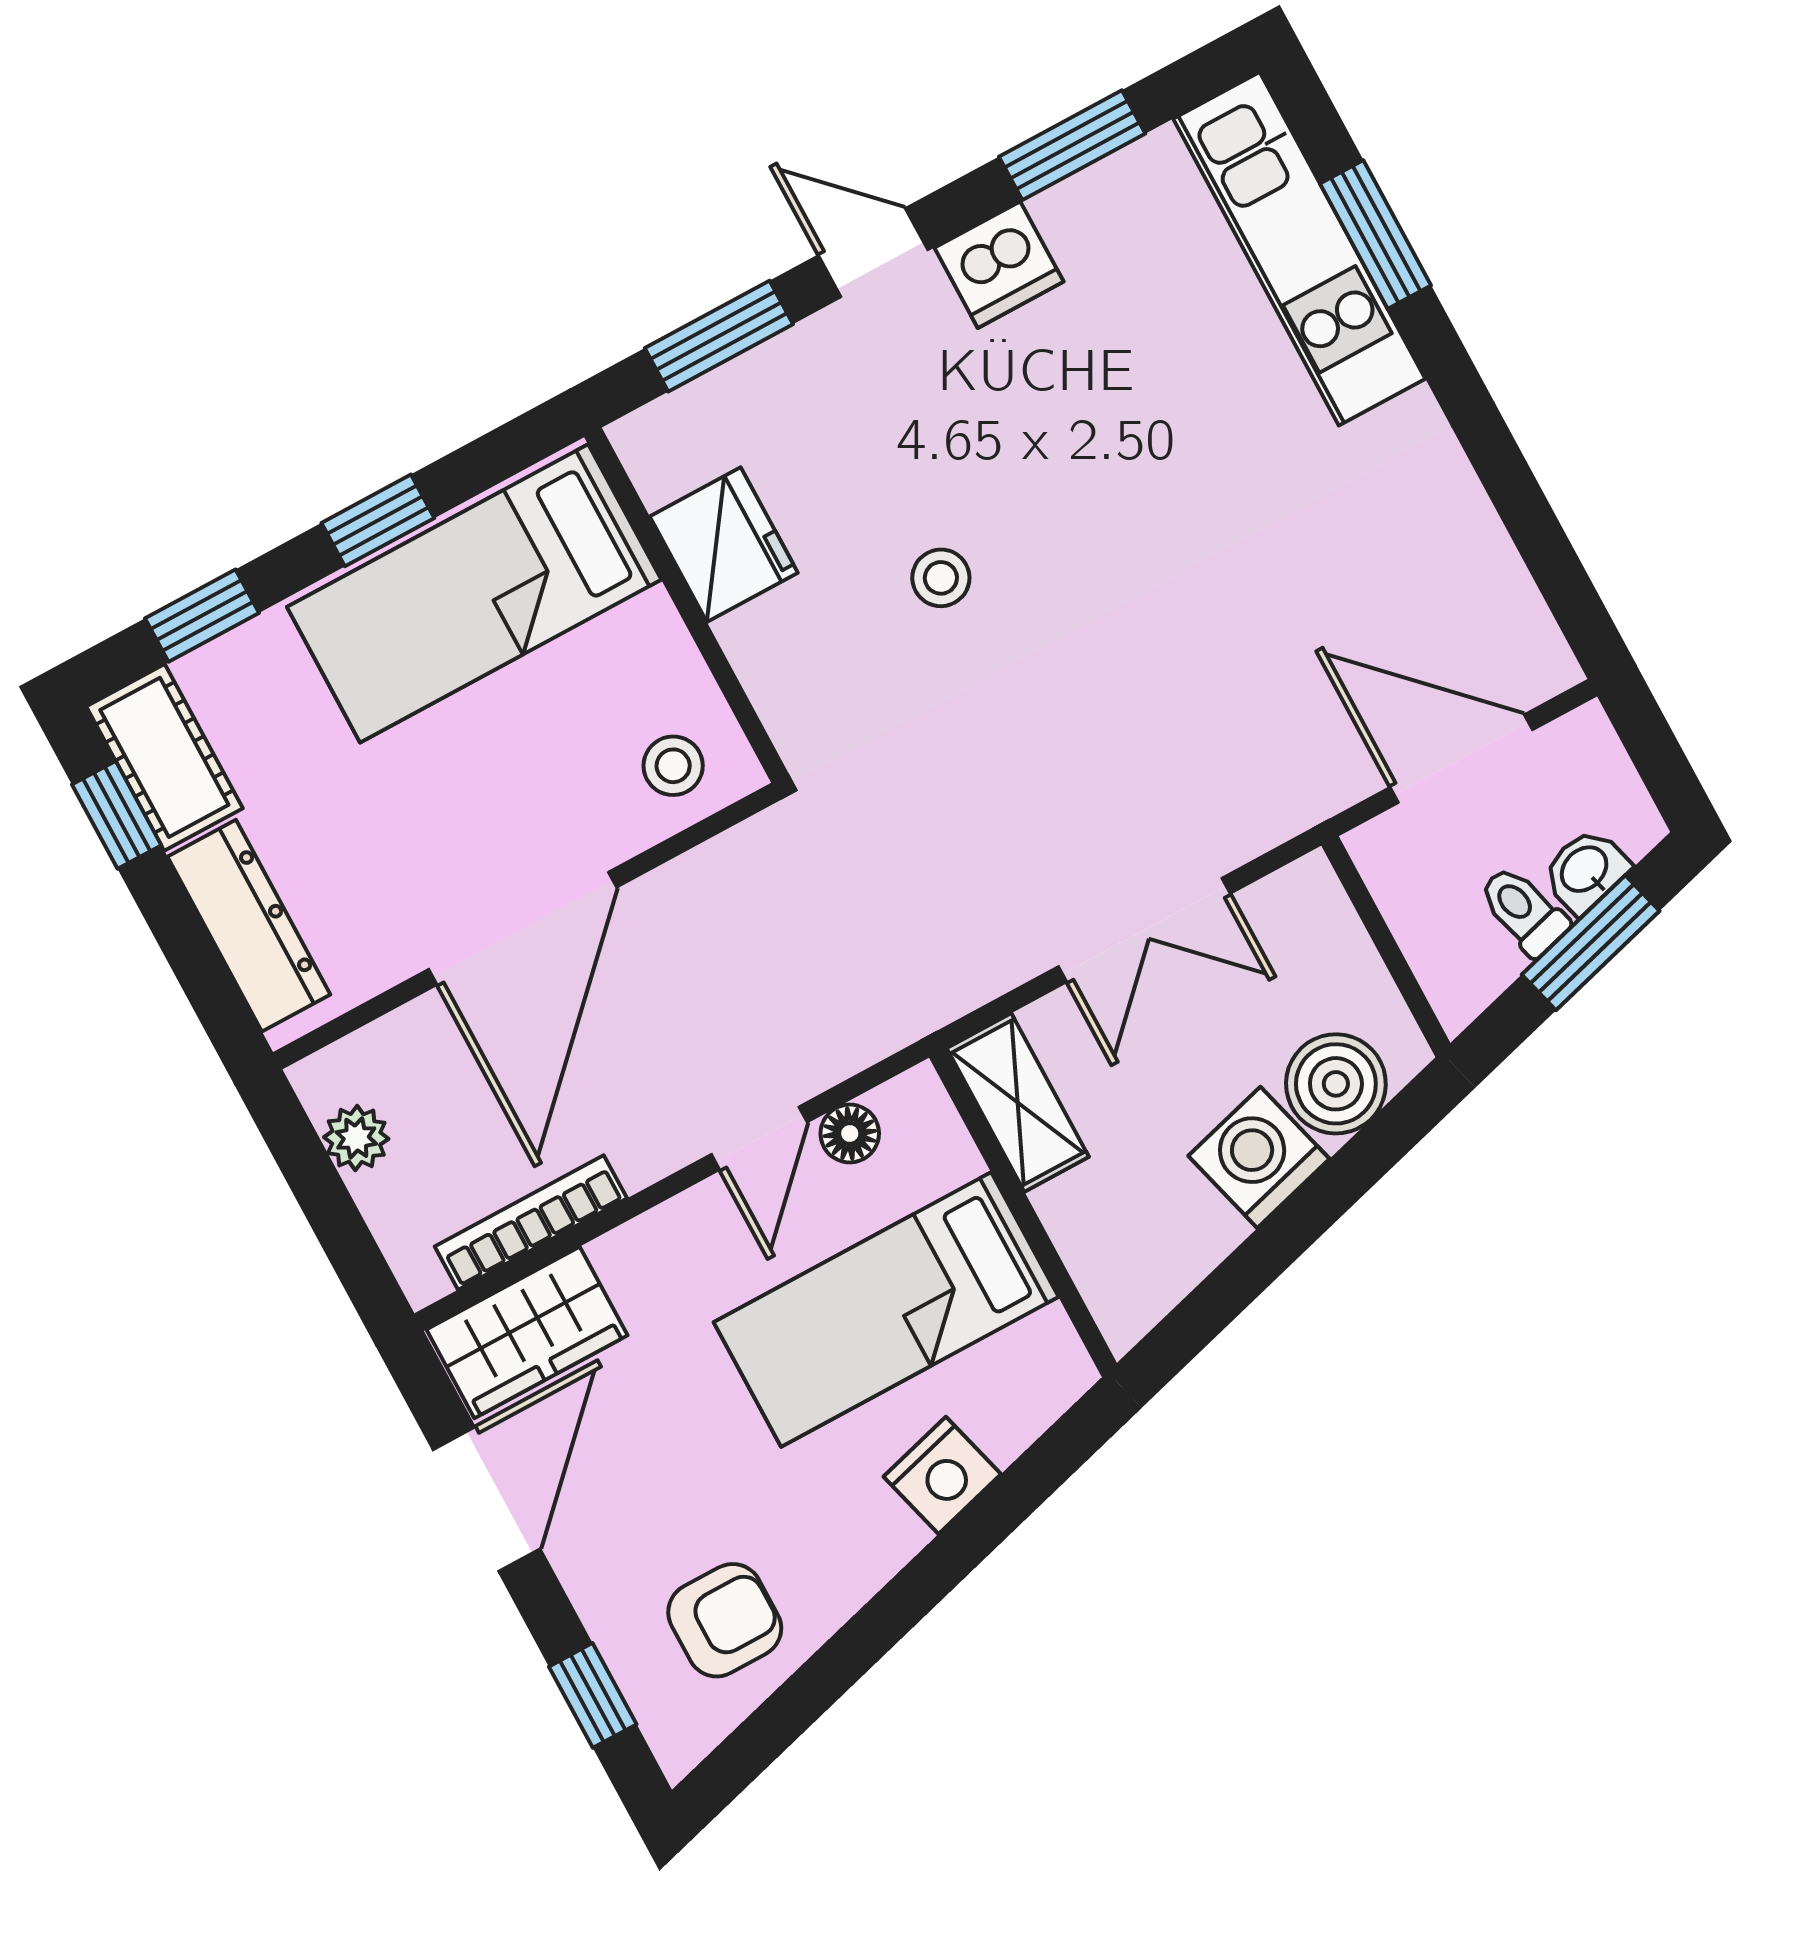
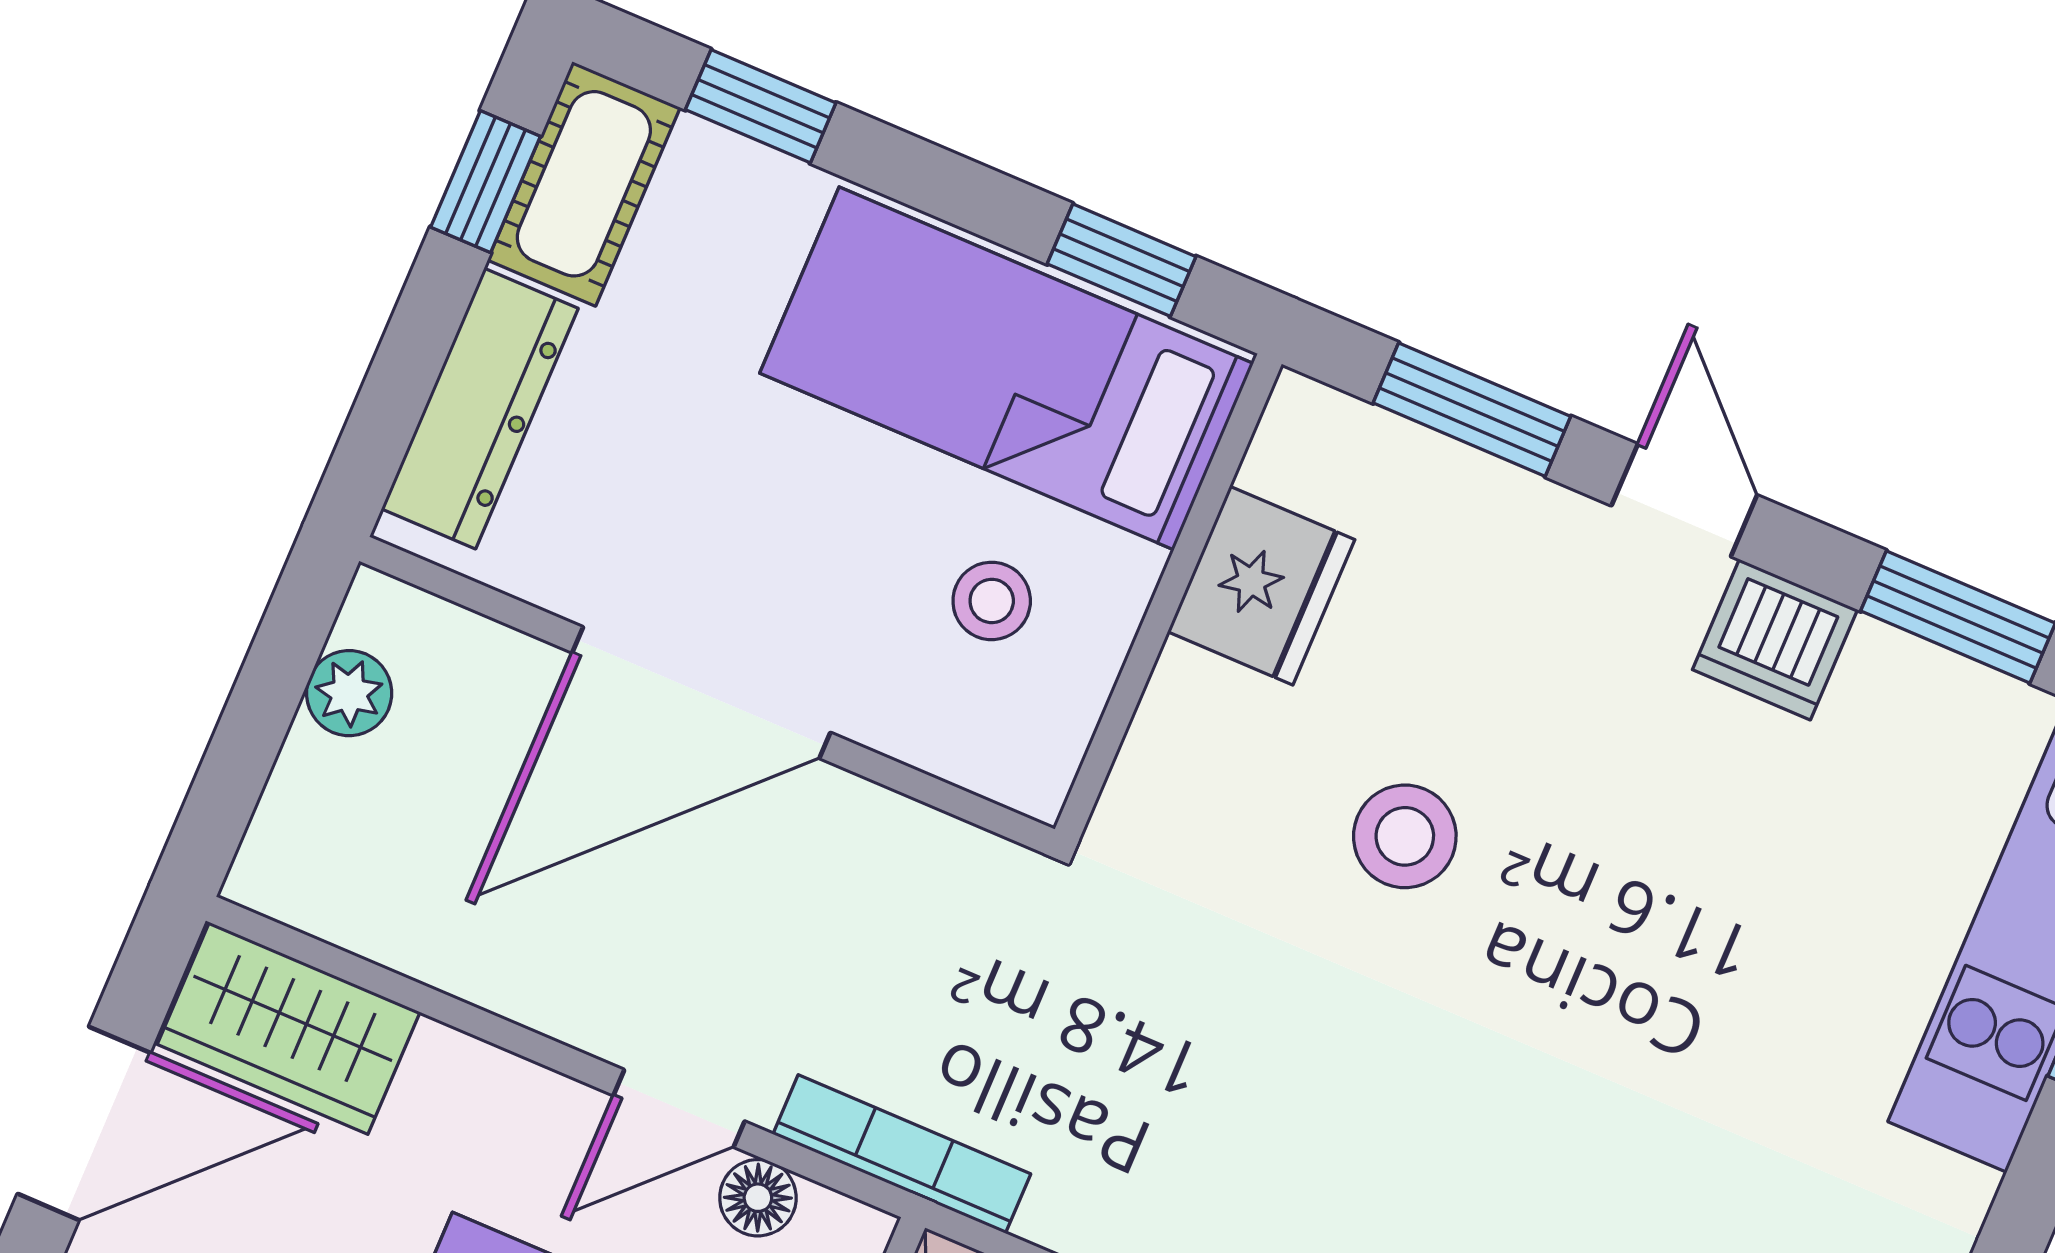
window: (378, 520) -> (1122, 260), moved
stool: (941, 578) -> (1405, 836), width x1.37, depth x1.37
stool: (673, 766) -> (992, 601), moved
bookcase: (531, 1222) -> (902, 1154), moved

